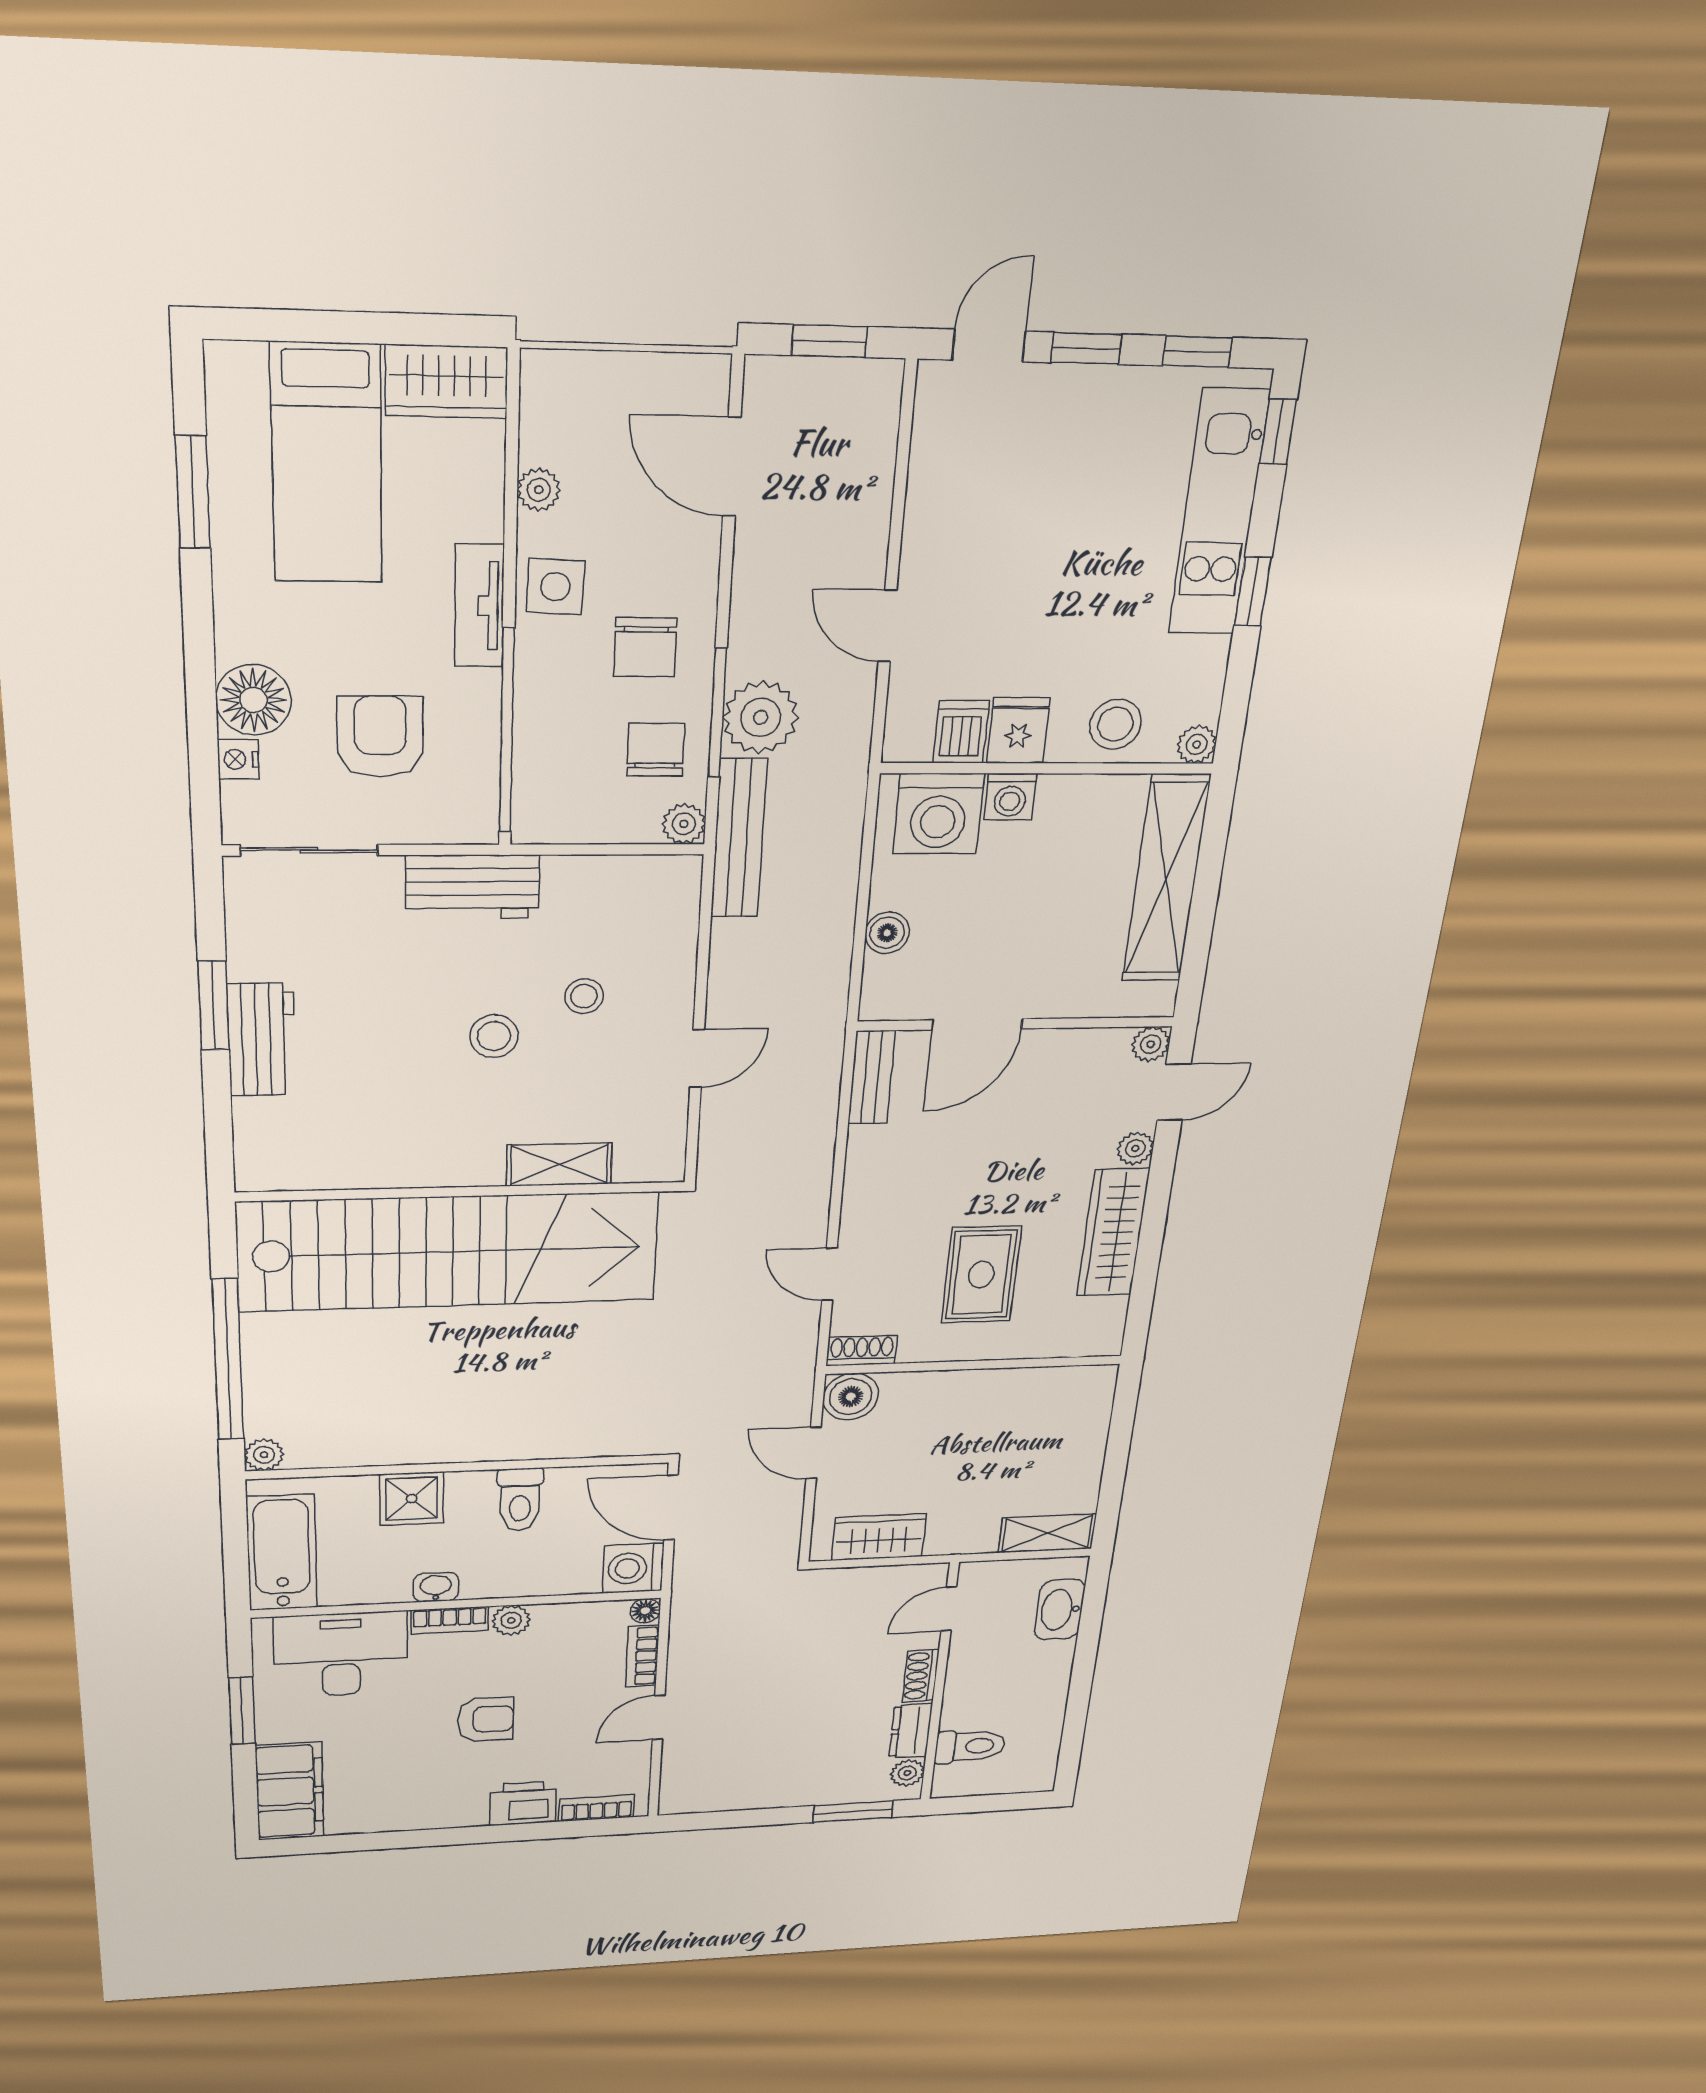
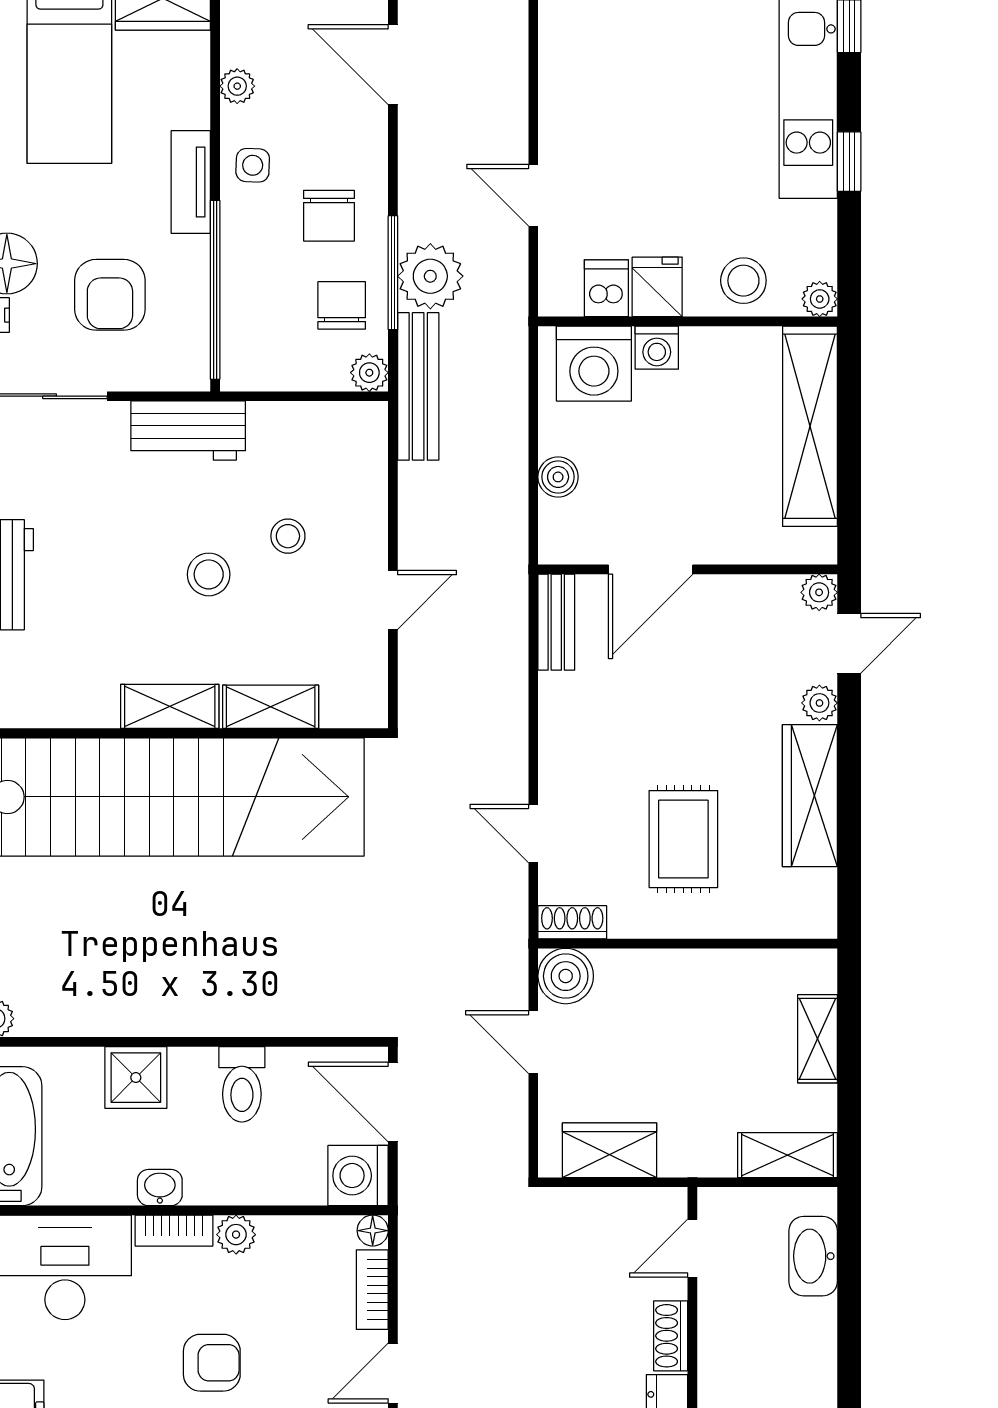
side table: (555, 587) -> (253, 165), width x0.73, depth x0.73
armchair: (380, 737) -> (110, 295), turned 180
shelving: (449, 1166) -> (170, 706), added
shelving: (1090, 1439) -> (818, 1039), added

